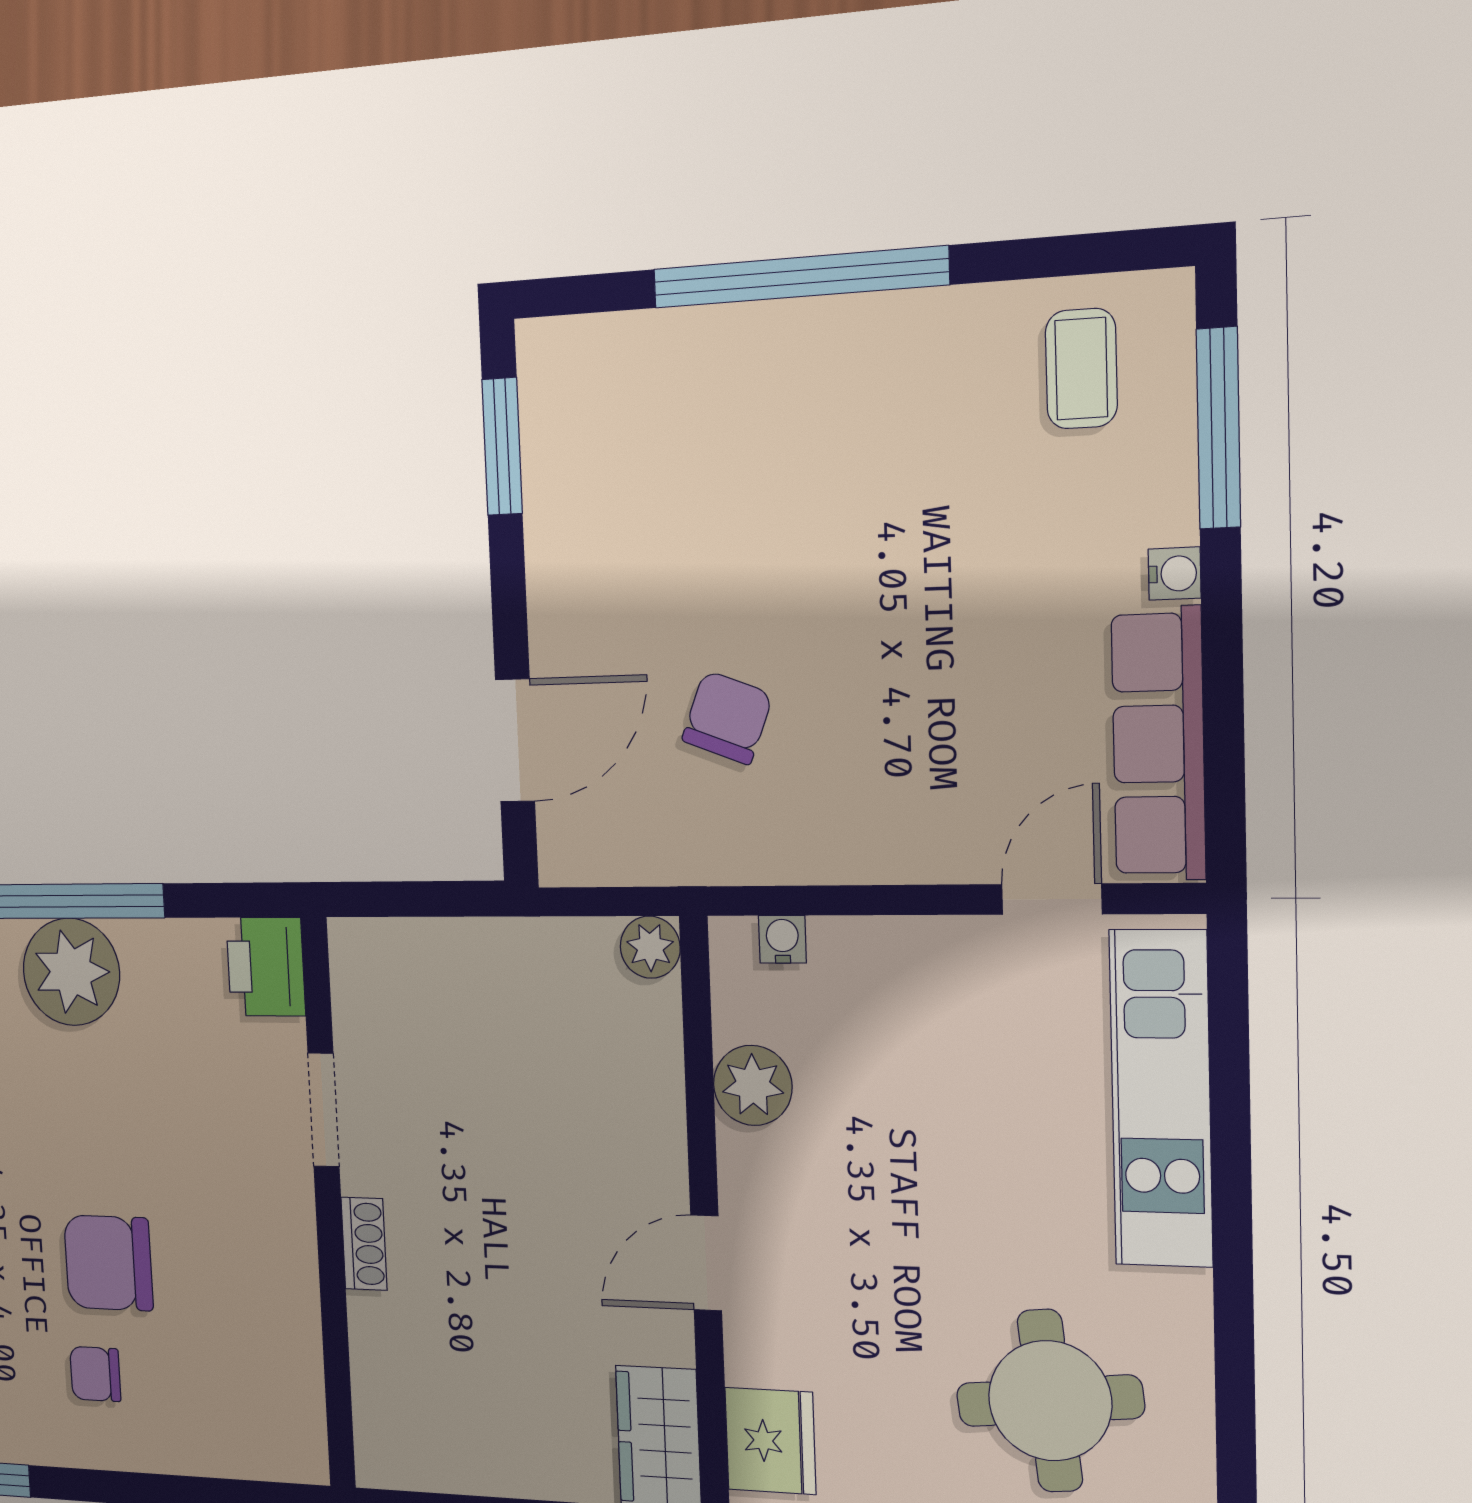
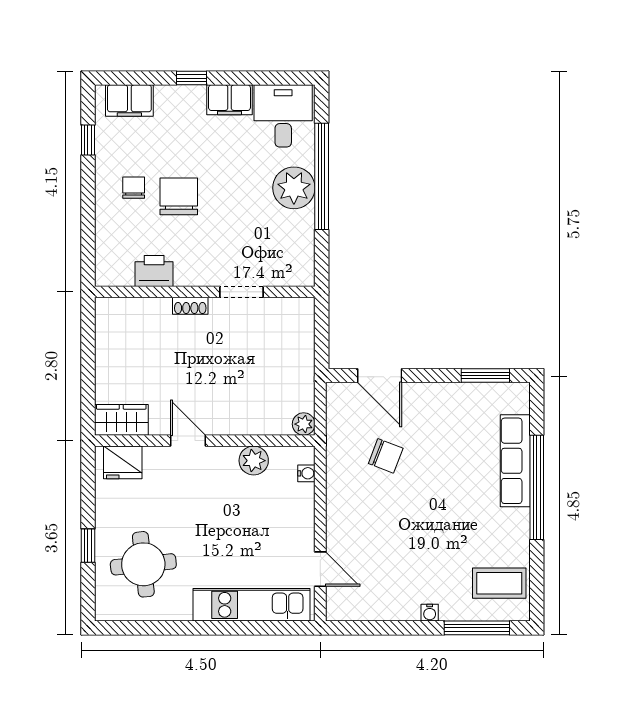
coffee table: (1081, 369) -> (499, 583), width x1.36, depth x1.30
row of seats: (1158, 744) -> (515, 461), moved, turned -90
printer: (266, 967) -> (154, 271), moved

